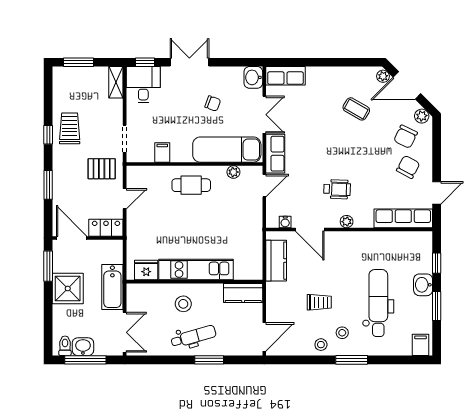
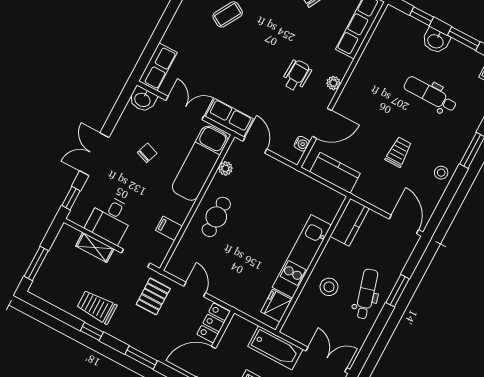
shelving: (116, 82) -> (95, 247), moved
desk: (143, 85) -> (110, 219), moved, turned -90
dental chair: (378, 303) -> (430, 94), width x0.73, depth x0.72
stool: (342, 333) -> (441, 145), removed

